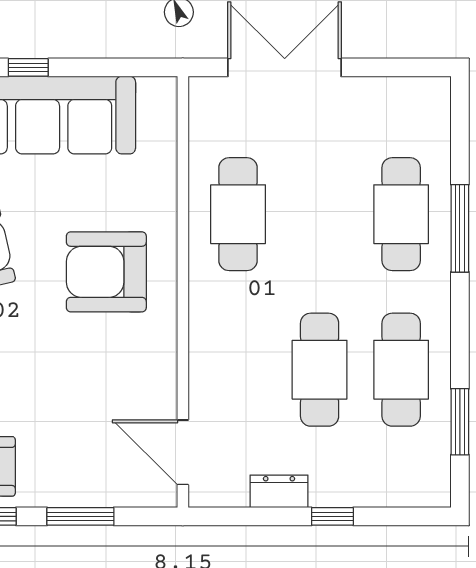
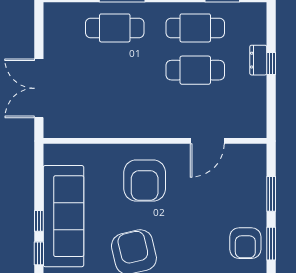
cafe table: (238, 214) -> (115, 112), removed
door: (183, 452) -> (207, 141), moved
dresser: (279, 491) -> (258, 60), moved

